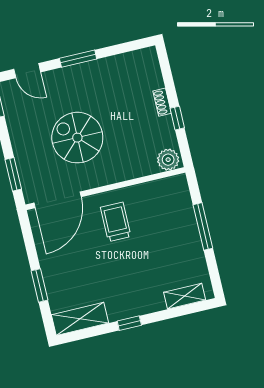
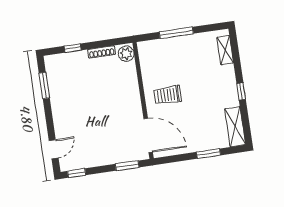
window: (78, 59) -> (44, 85), moved
shoe rack: (162, 102) -> (102, 52), moved, width x1.43
window: (177, 118) -> (73, 48), moved
spiral stairs: (77, 138) -> (105, 117), removed

